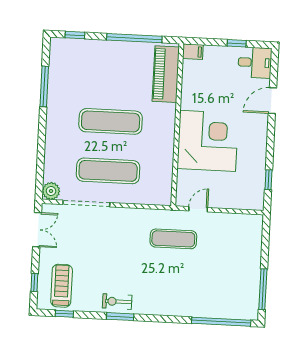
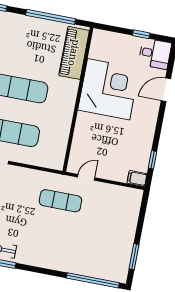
filing cabinet: (193, 52) -> (137, 178), moved, turned 180
corner desk: (208, 141) -> (109, 89), moved
window: (263, 289) -> (134, 257), width x0.69

